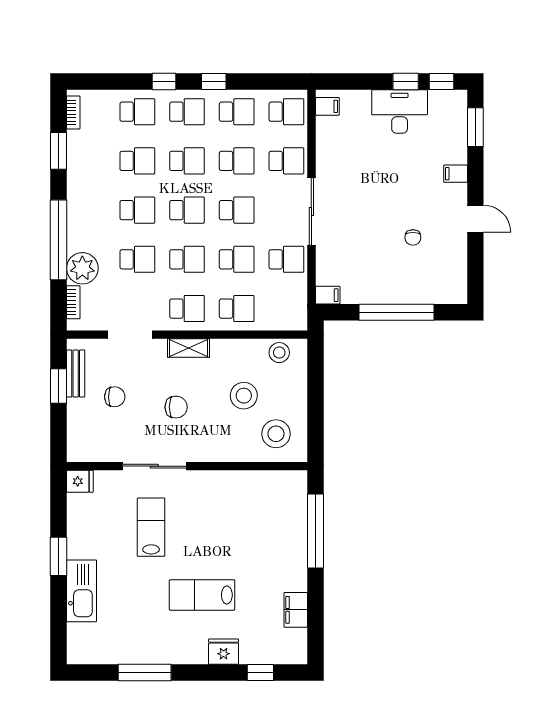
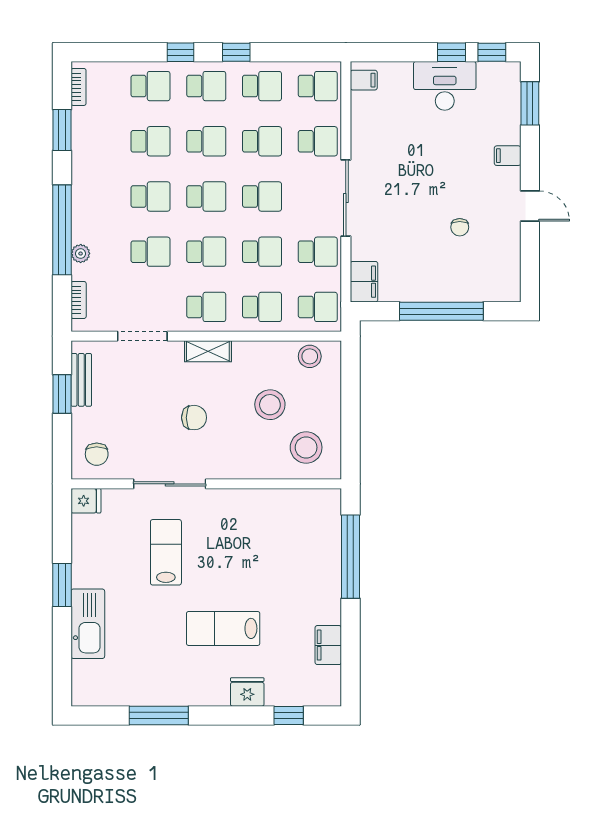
plant: (82, 268) -> (81, 254), width x0.53, depth x0.53
filing cabinet: (328, 295) -> (364, 282), width x2.00
school desk: (286, 309) -> (318, 307), added
chair: (115, 397) -> (97, 454), moved, turned 90

